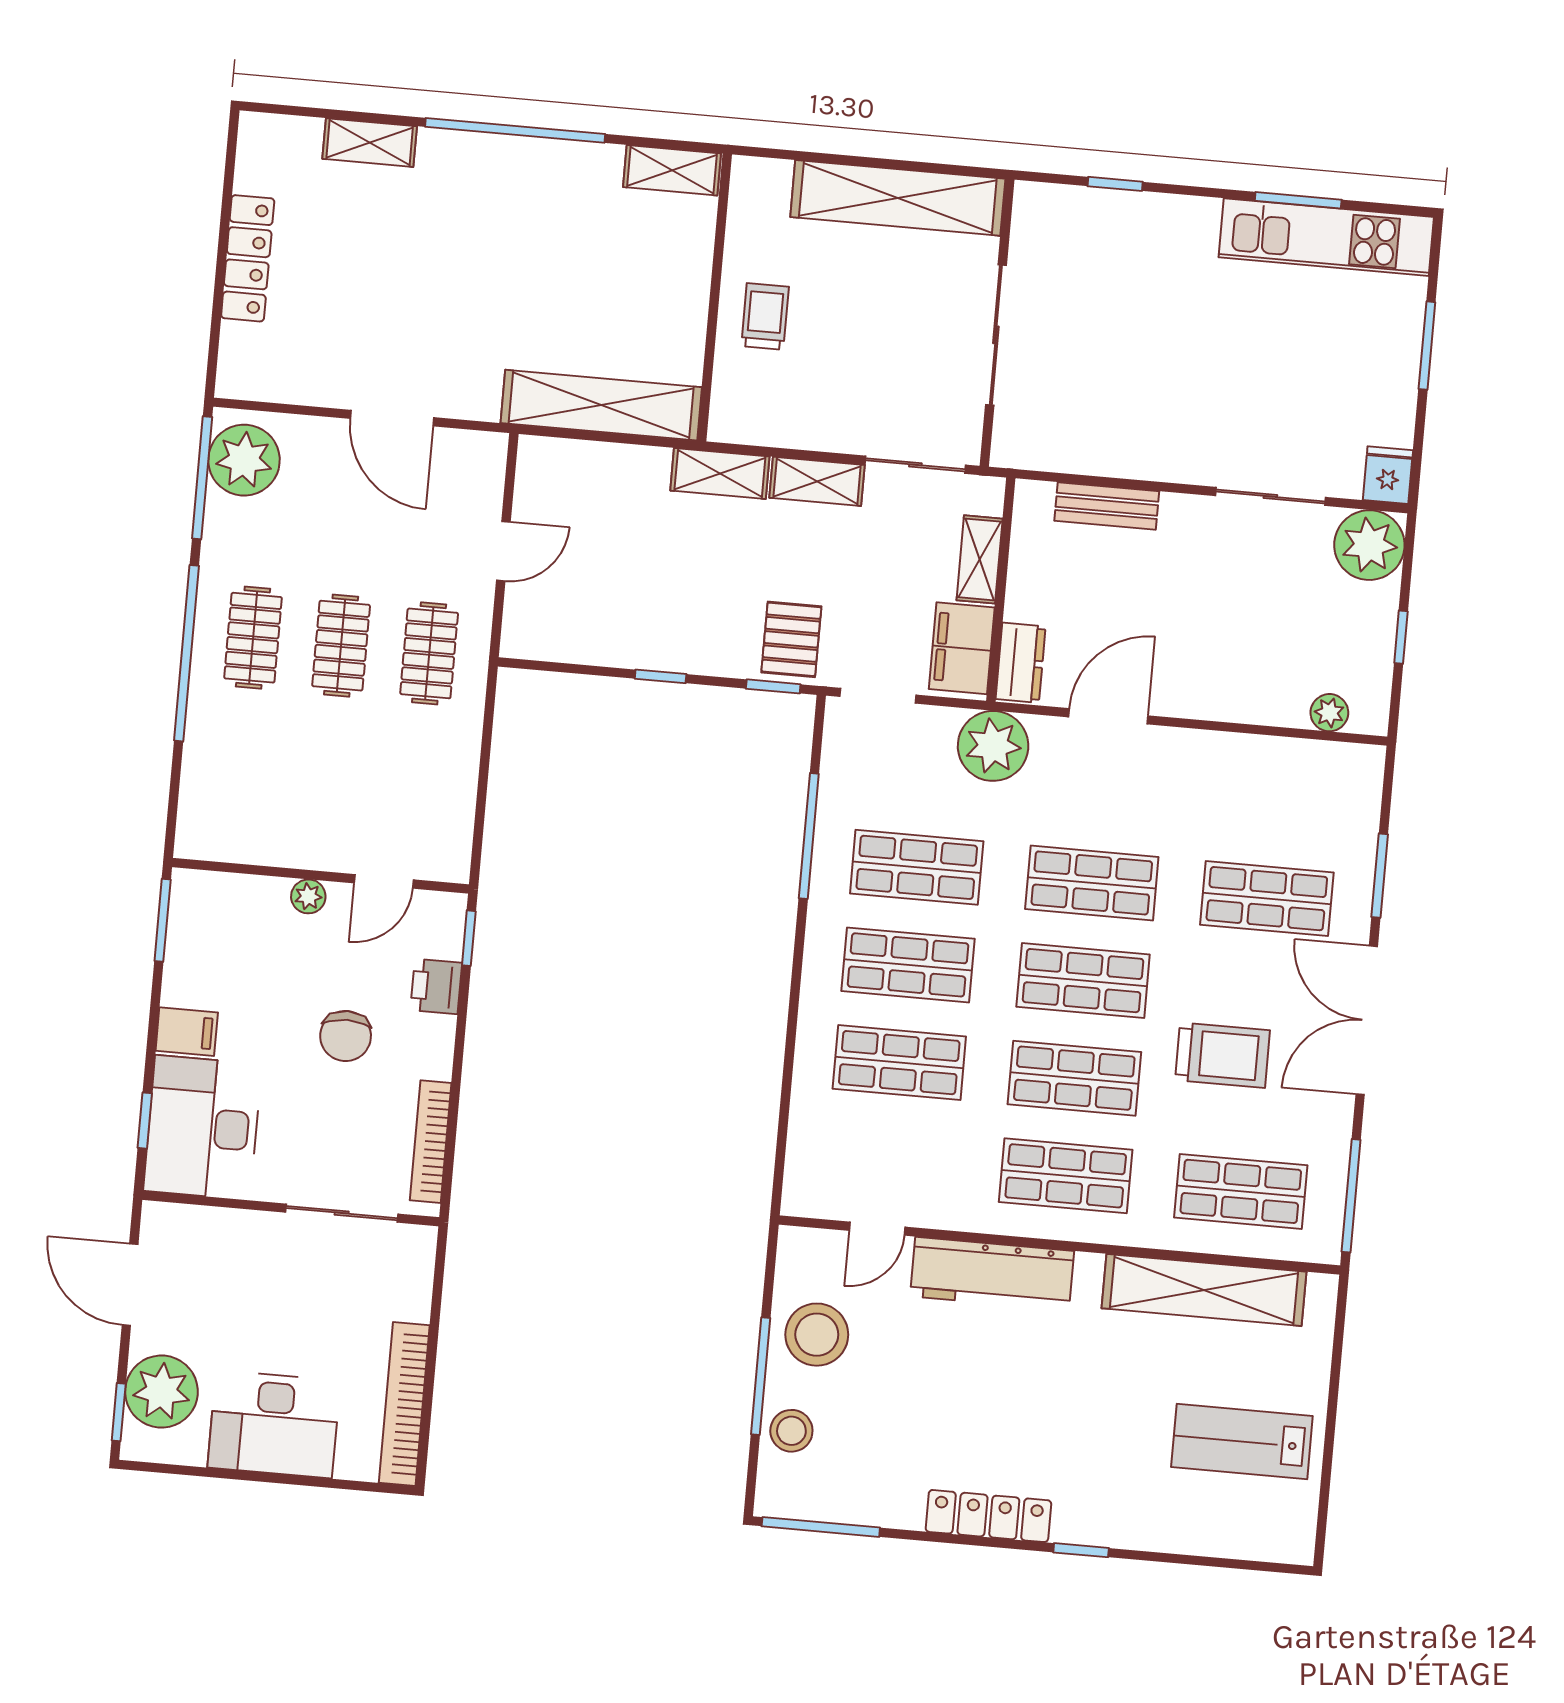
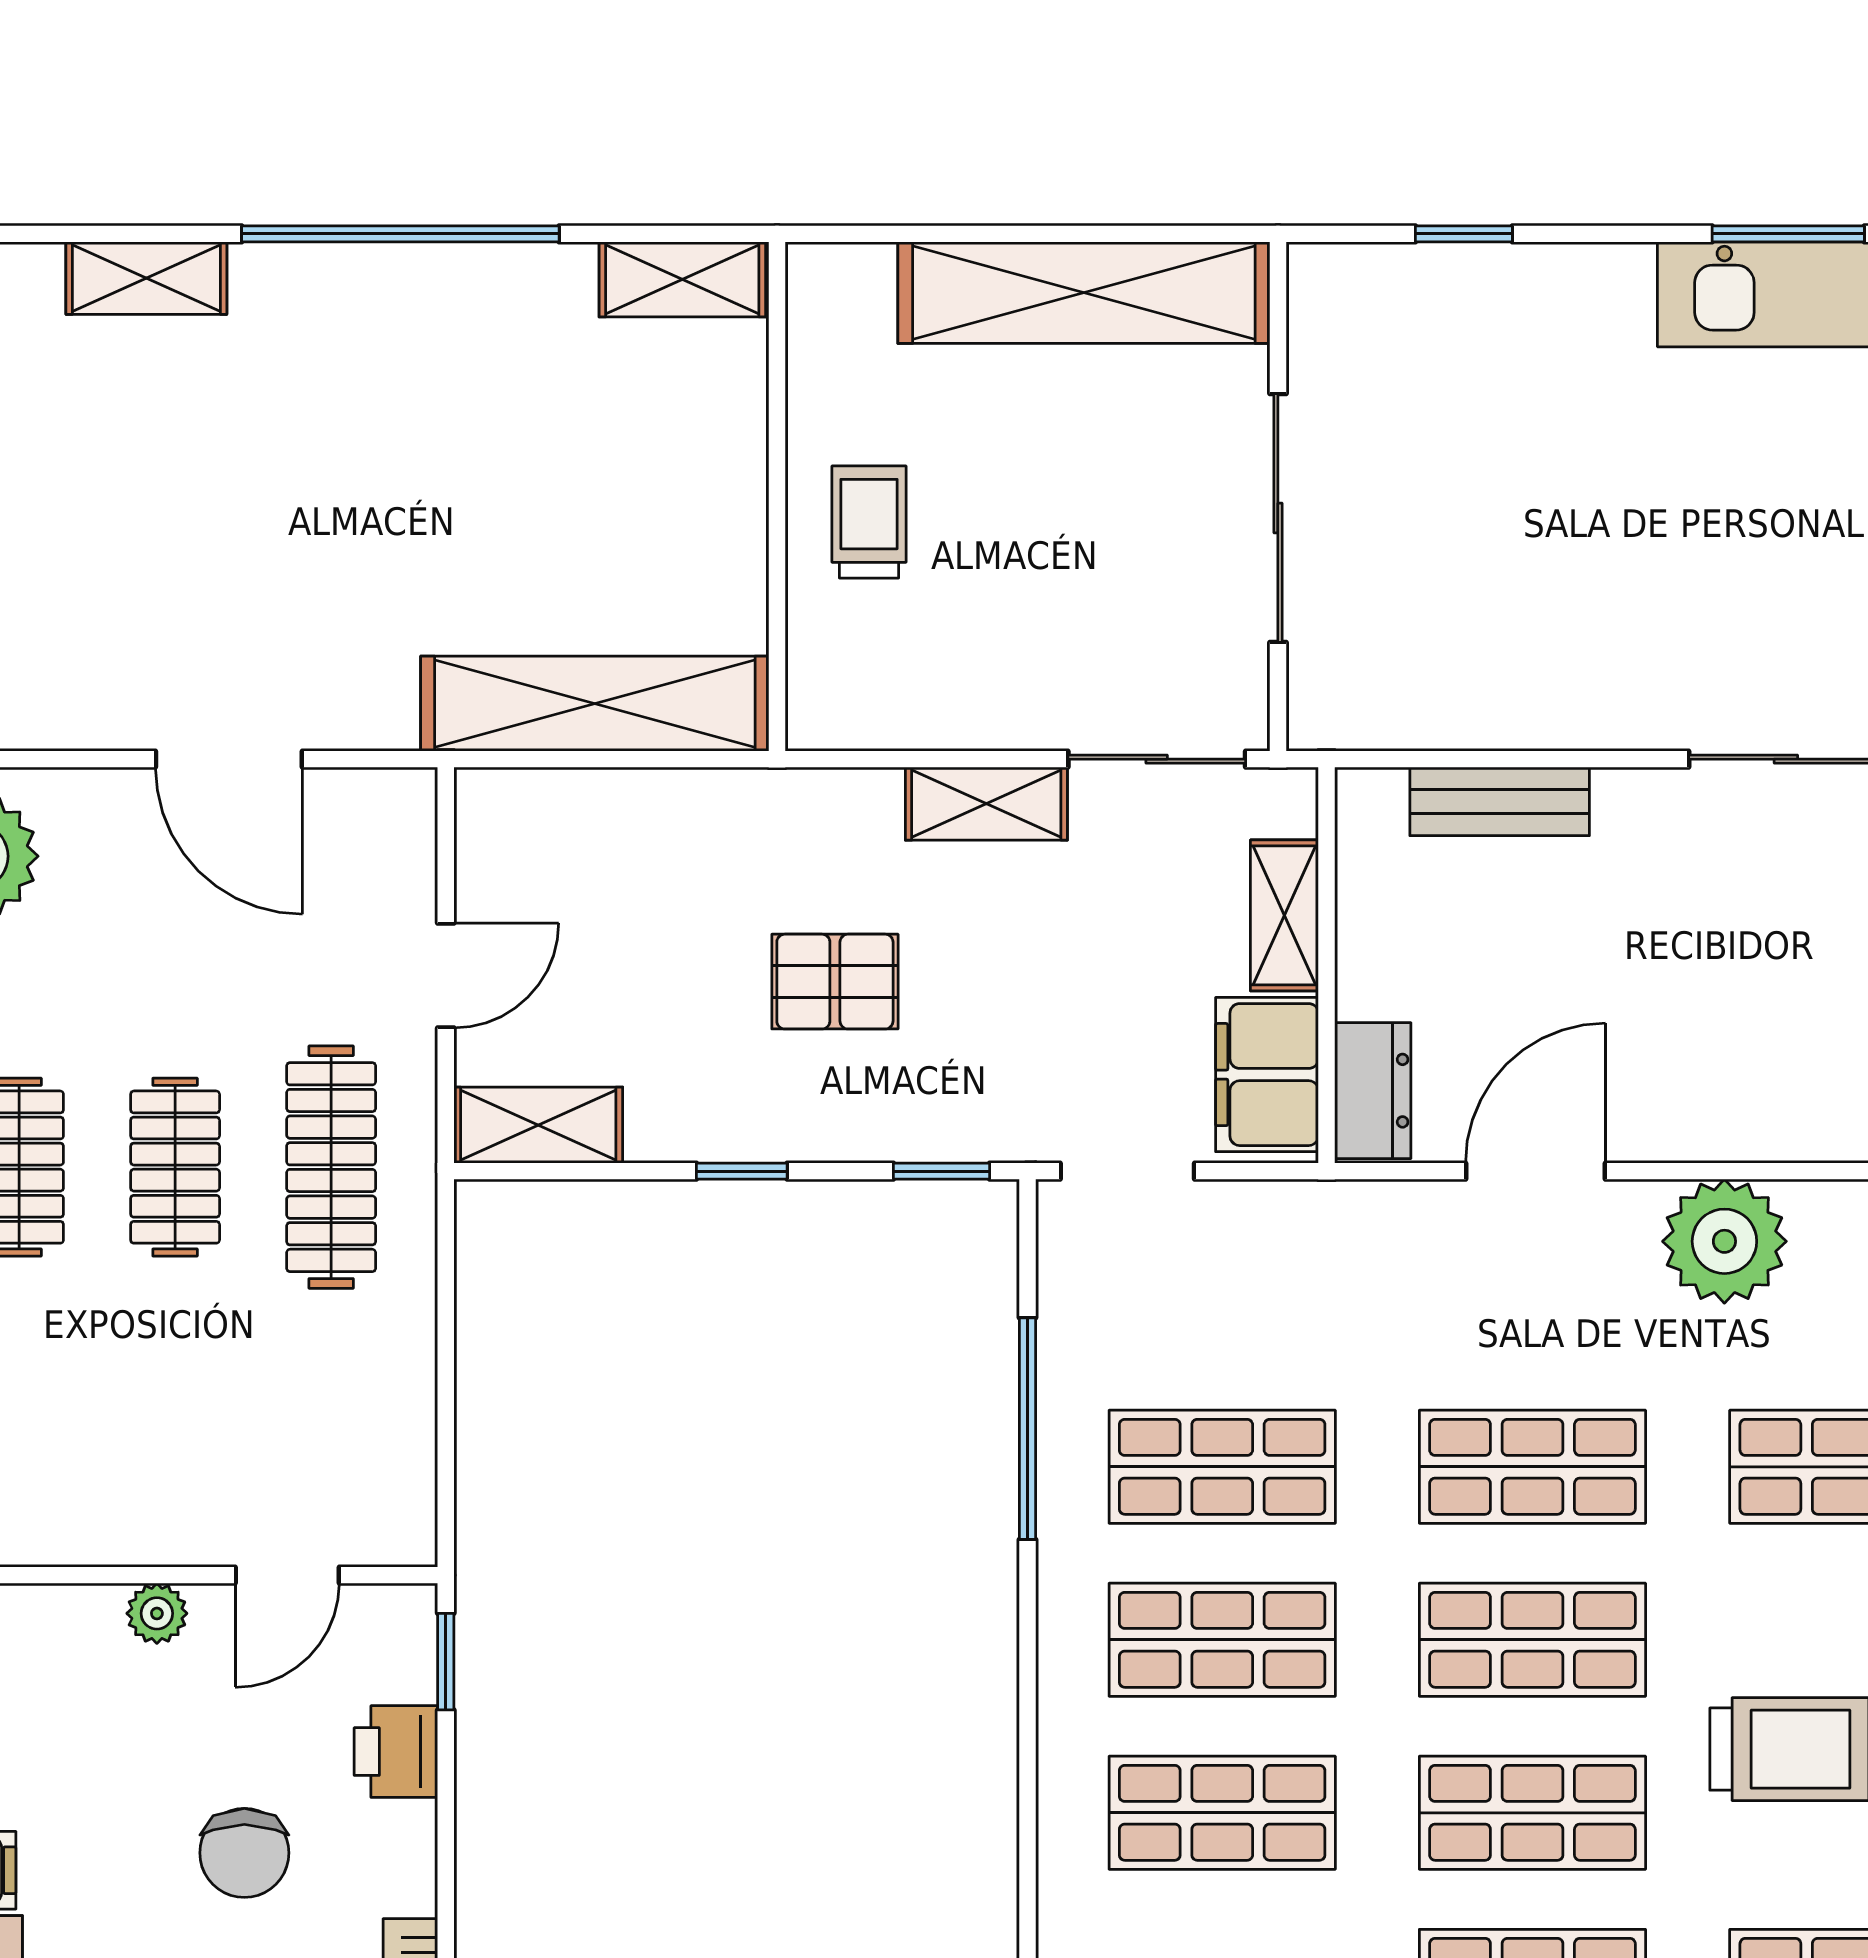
shelving: (720, 474) -> (538, 1125), moved
pallet: (791, 639) -> (835, 982), moved, turned 90
clothes rail: (429, 653) -> (331, 1167), width x1.36
plant: (993, 746) -> (1724, 1241), moved

